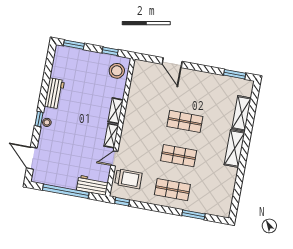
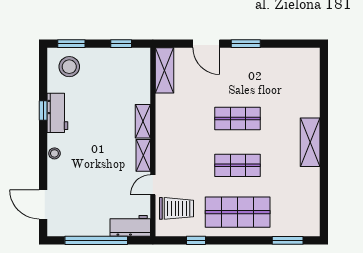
stool: (117, 71) -> (69, 67), moved
window: (235, 74) -> (246, 44), moved
shelving: (242, 113) -> (164, 70), moved
window: (39, 119) -> (43, 111), moved
shop shelf: (172, 190) -> (238, 212), width x1.43, depth x1.36
window: (122, 202) -> (196, 240), moved
window: (193, 215) -> (288, 240), moved

